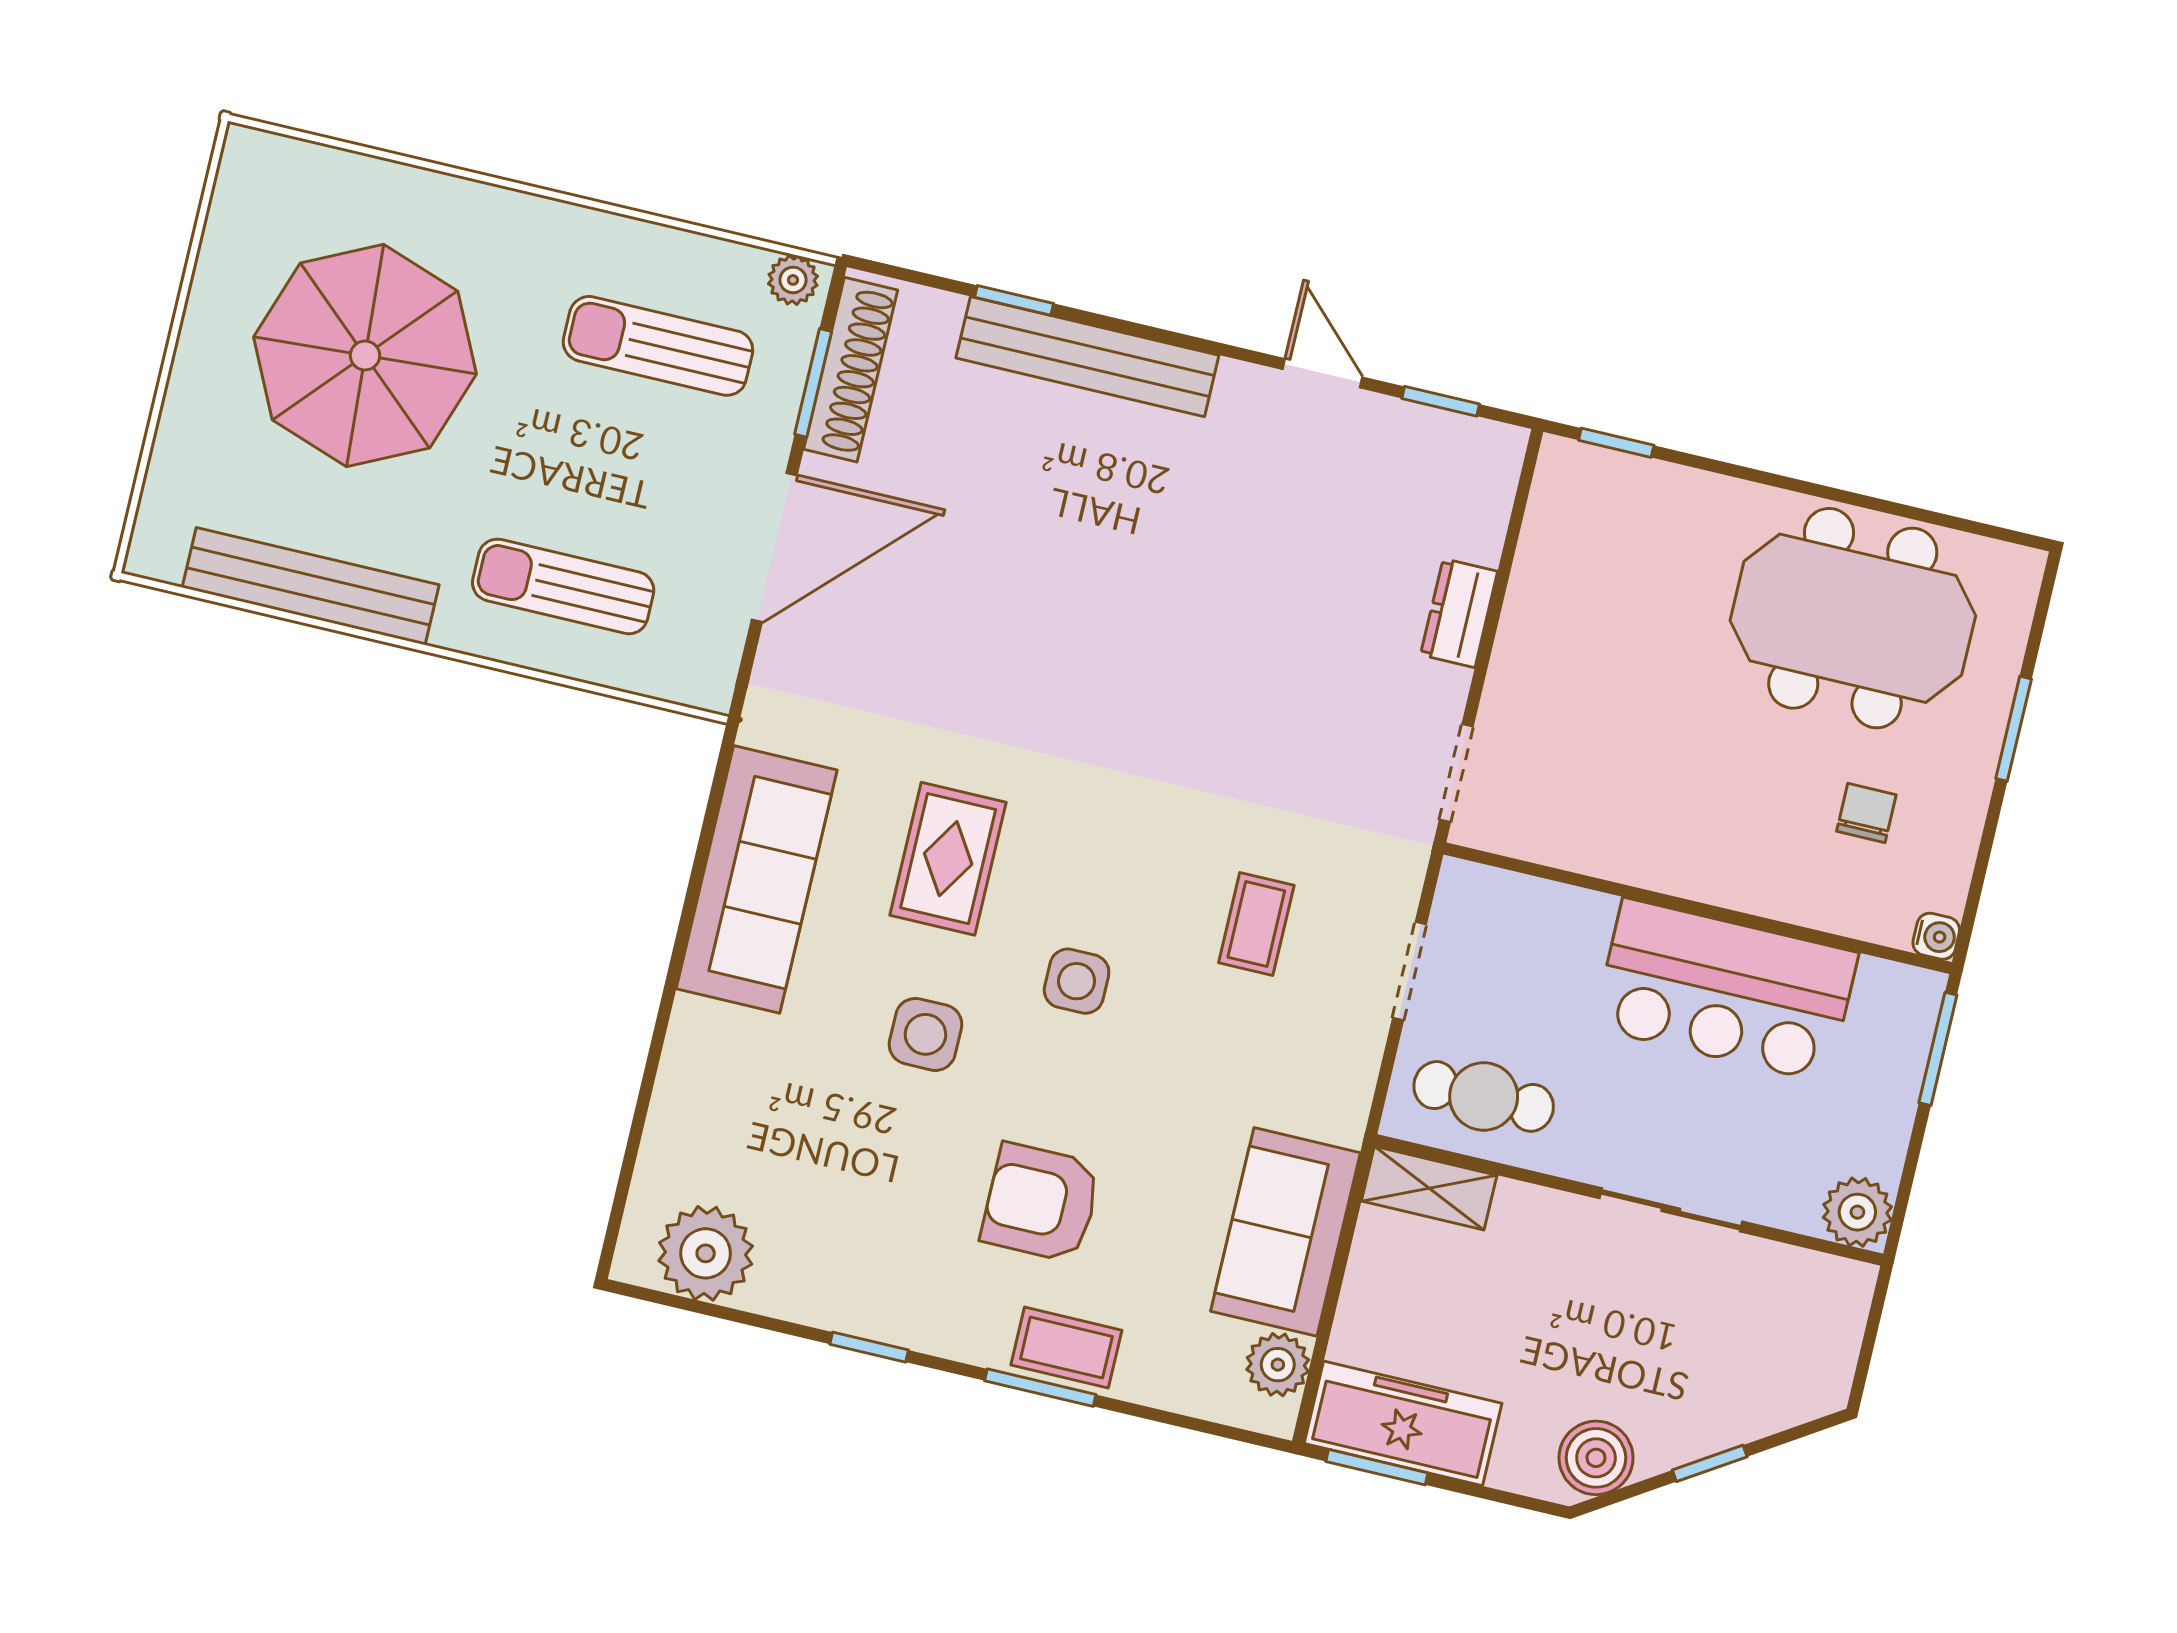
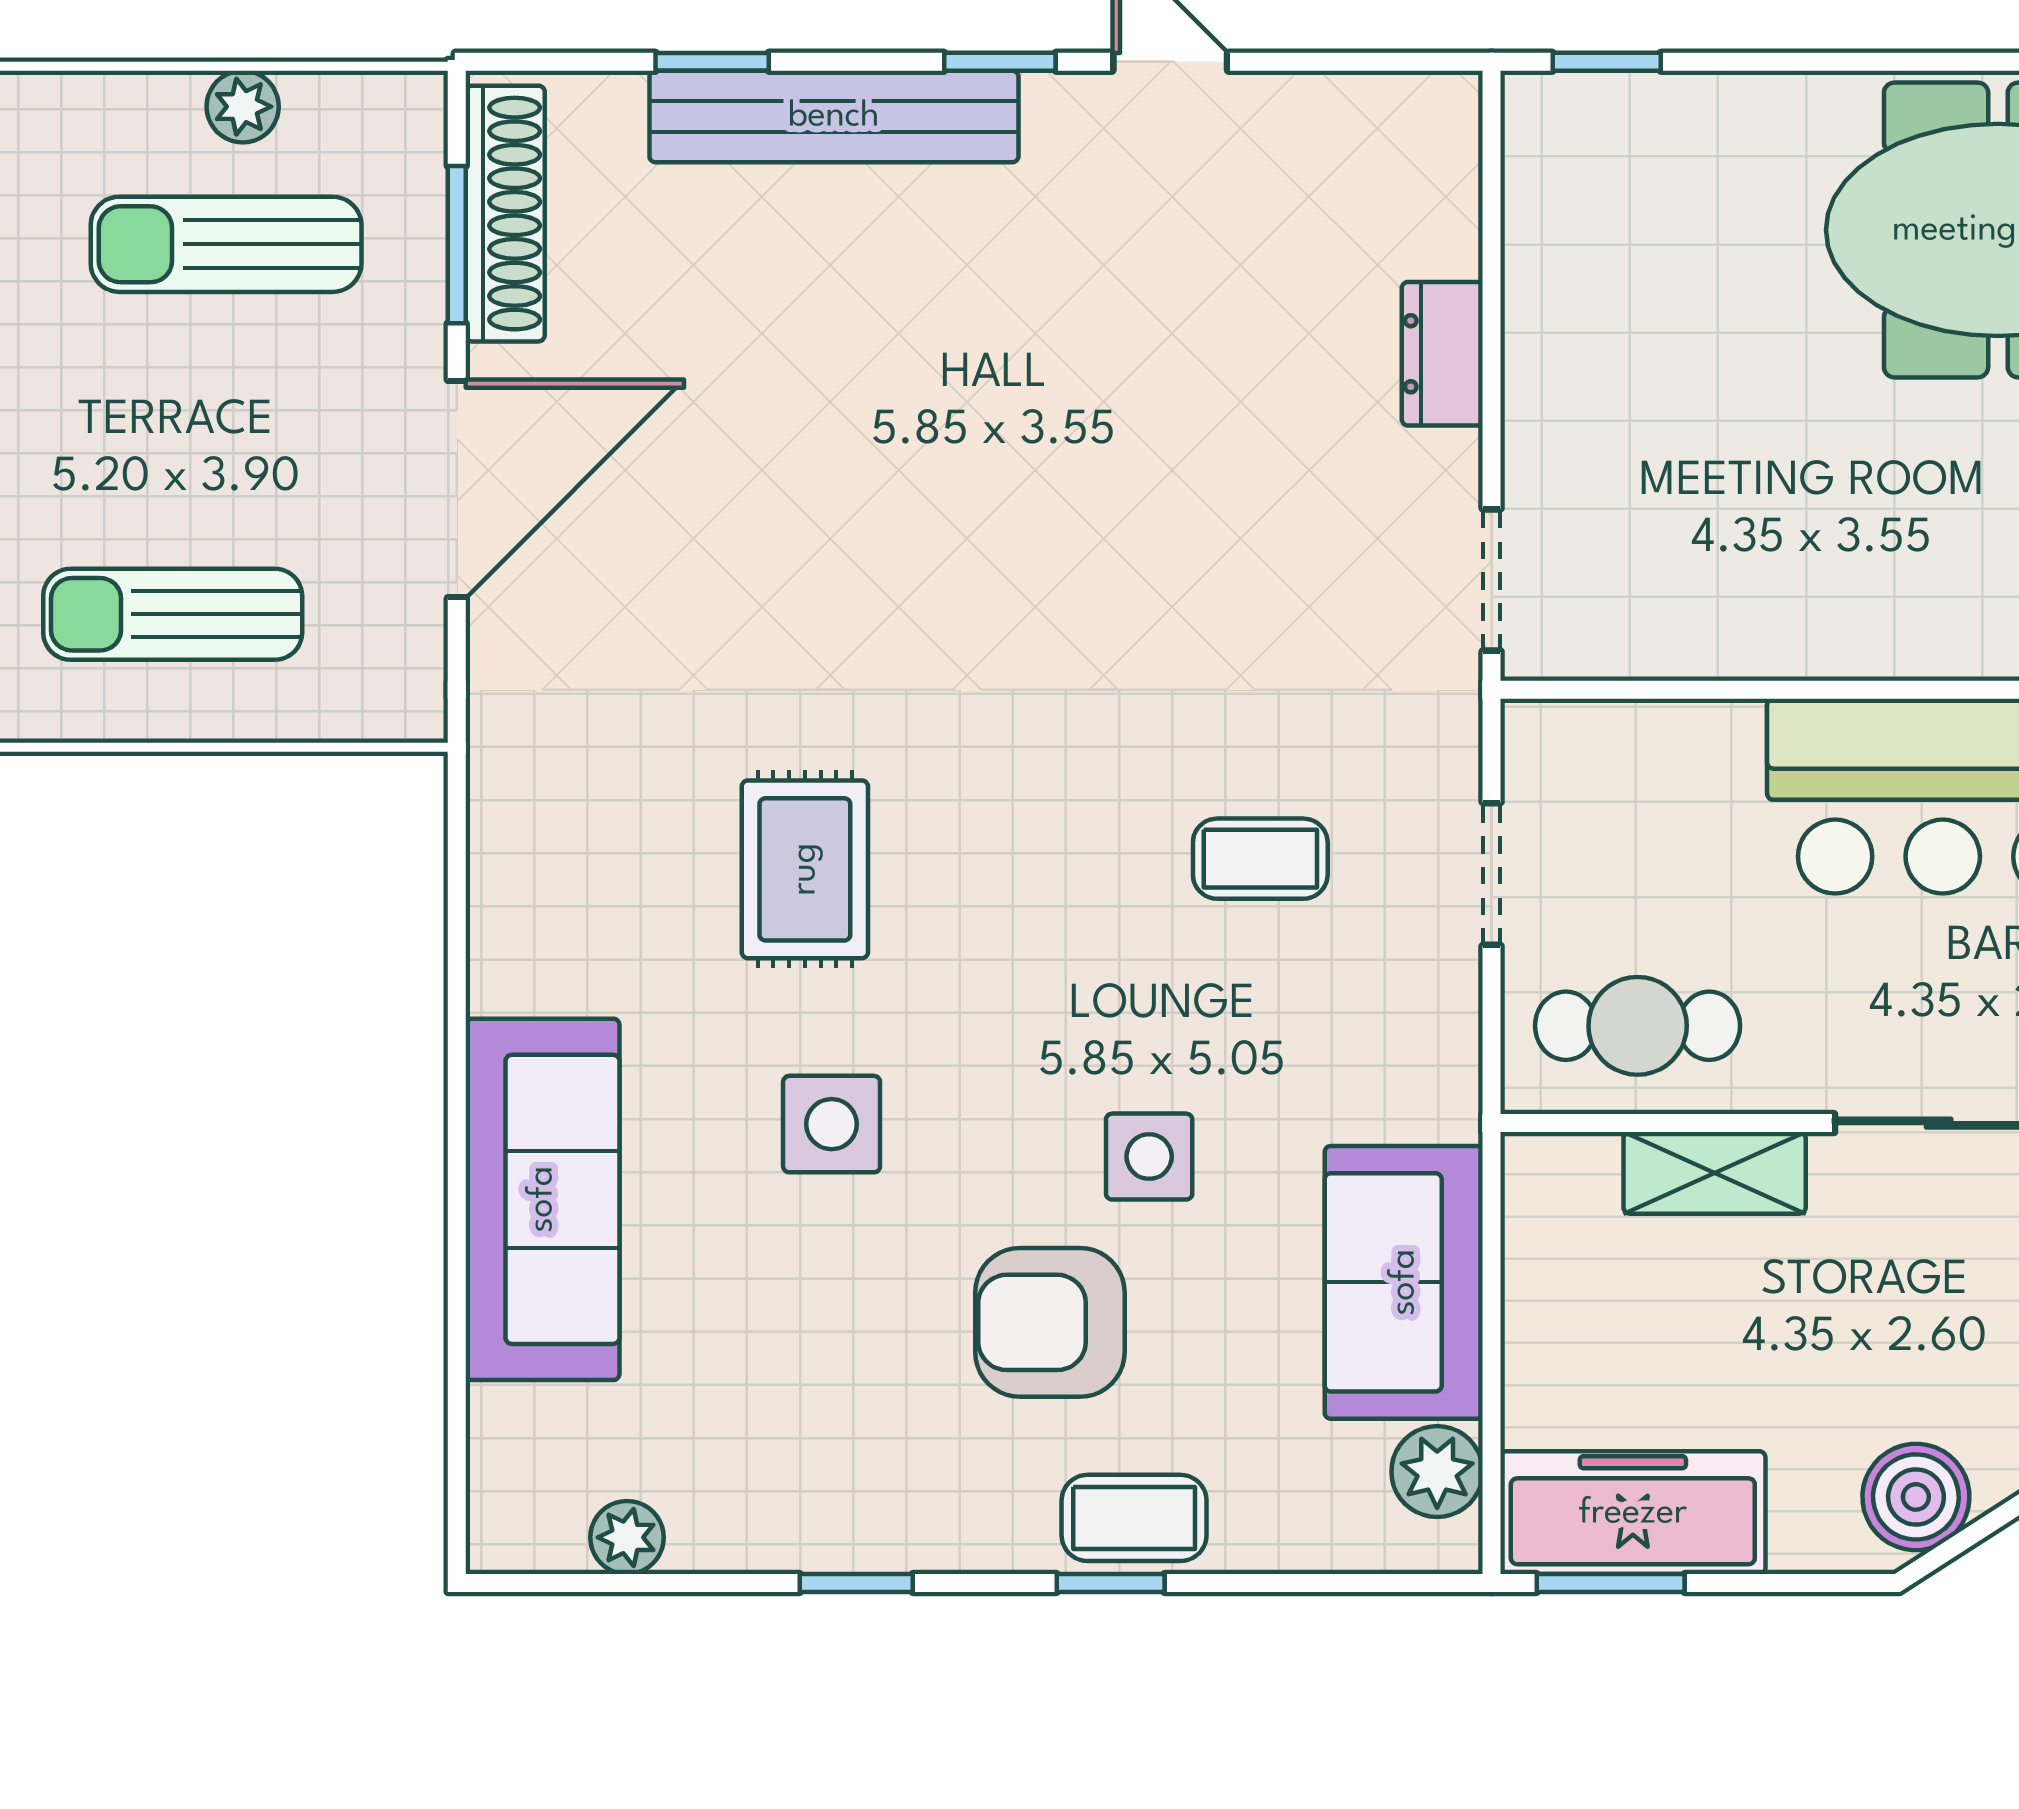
plant: (793, 280) -> (243, 107), moved
window: (1441, 401) -> (1000, 62), moved
sofa: (757, 879) -> (542, 1199), moved
coffee table: (1256, 924) -> (1260, 859), turned 90
side table: (1077, 981) -> (1149, 1157), moved
shelving: (1429, 1188) -> (1715, 1173), moved
plant: (706, 1253) -> (627, 1537), width x0.53, depth x0.53
window: (1040, 1388) -> (1111, 1583), width x0.67

